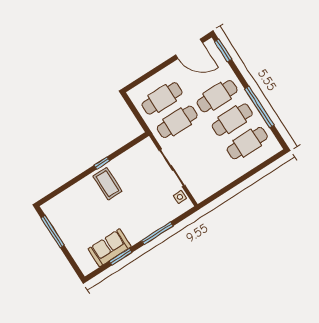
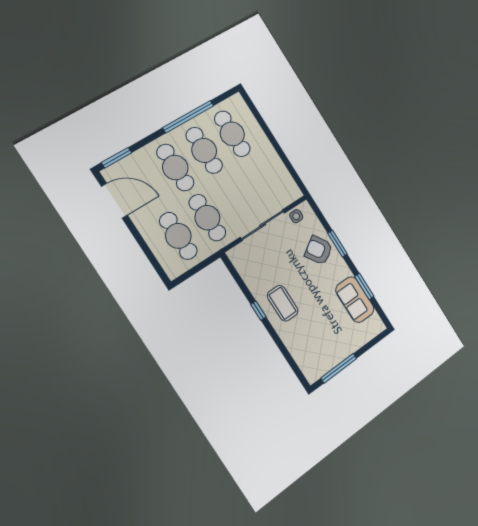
door: (189, 49) -> (114, 201), hinge flipped
coffee table: (107, 184) -> (283, 303), turned 90
armchair: (151, 216) -> (319, 250), added
window: (157, 233) -> (337, 244), width x0.69

